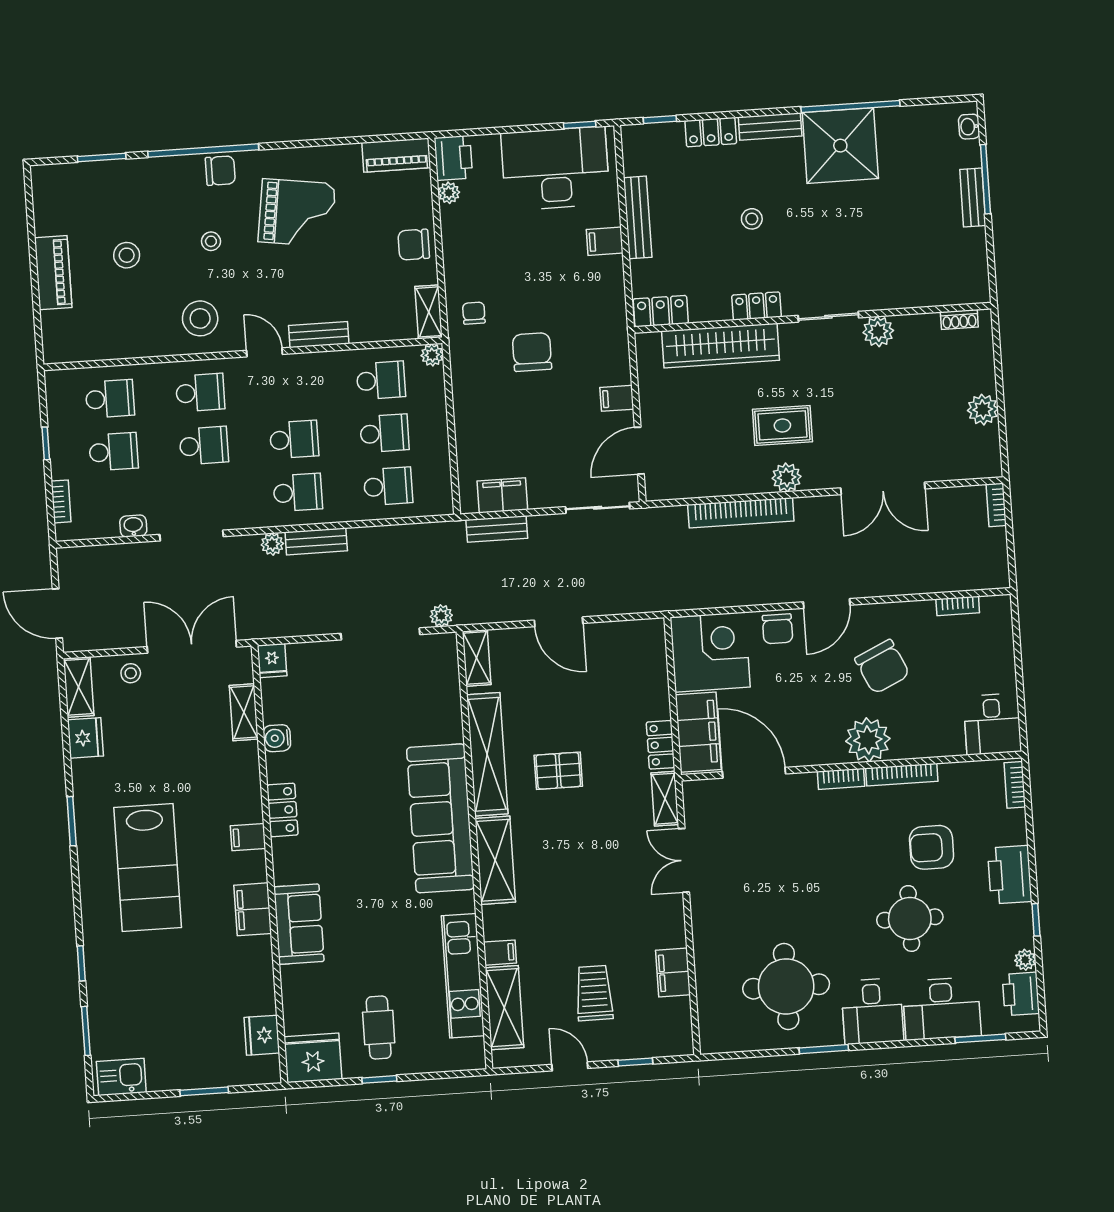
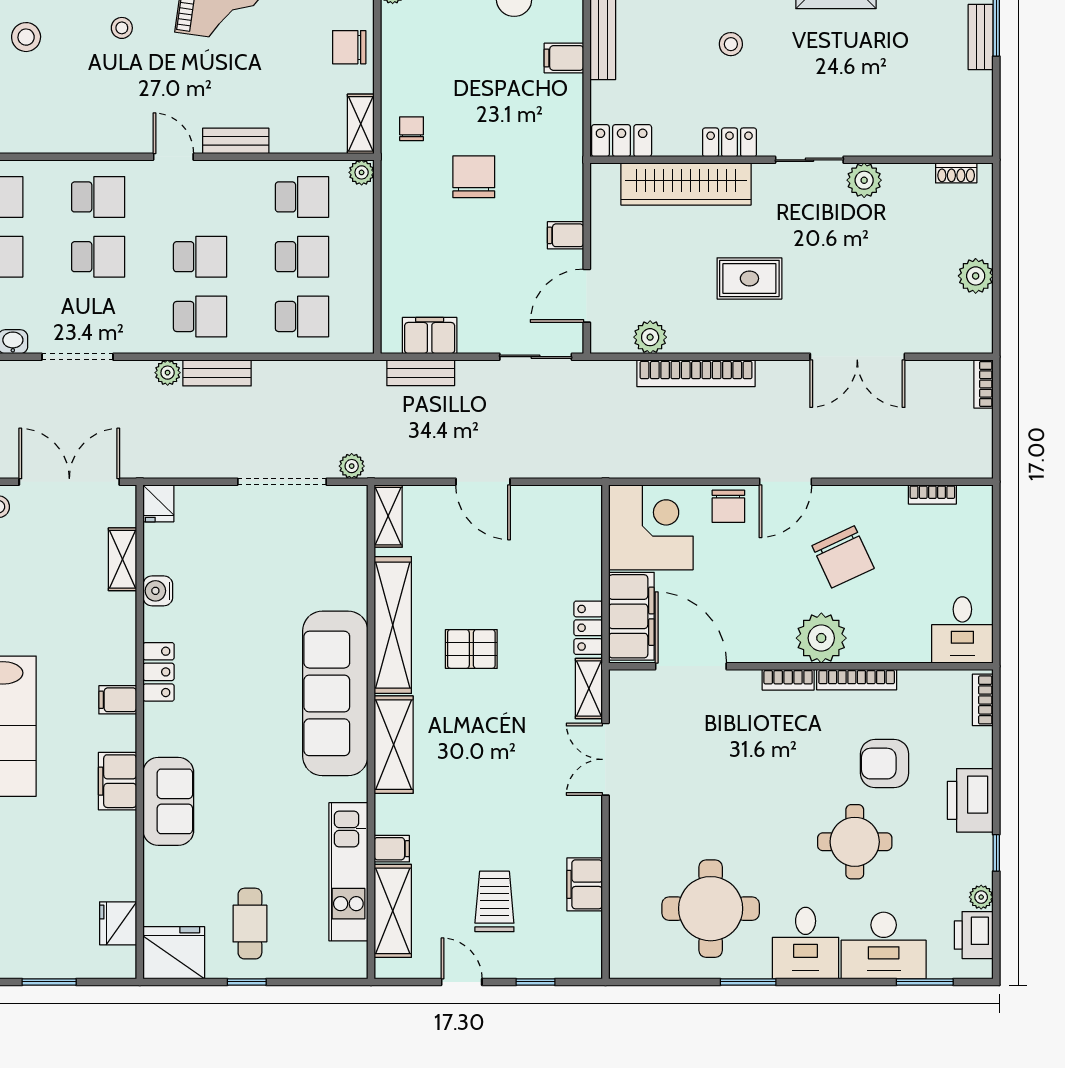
stool: (200, 318) -> (104, 114), removed
plant: (787, 477) -> (650, 337), moved

